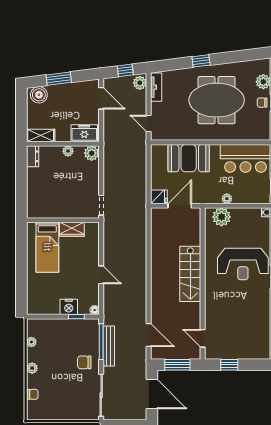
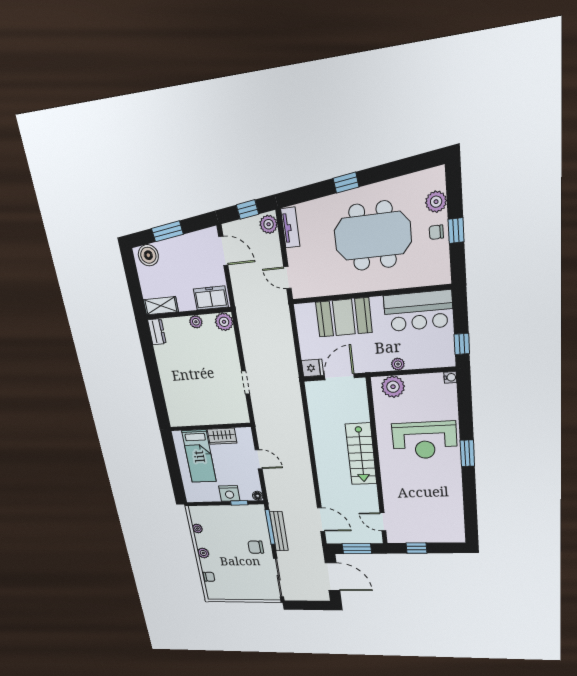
wall: (63, 220) -> (210, 427), moved
wardrobe: (72, 229) -> (222, 436), moved
bed: (47, 247) -> (199, 456), moved

